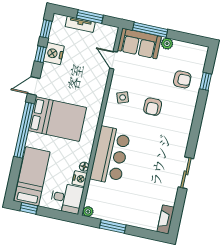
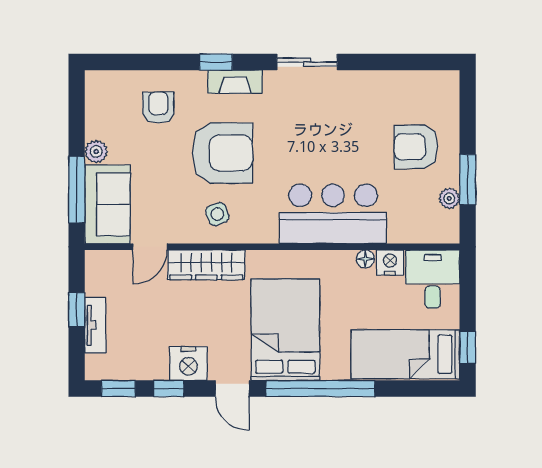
window: (90, 17) -> (77, 310), width x0.67
nightstand: (54, 54) -> (188, 364), moved
window: (206, 81) -> (216, 62), moved
wardrobe: (98, 86) -> (206, 265), added
armchair: (153, 107) -> (222, 153), width x1.88, depth x1.88
sliding door: (186, 173) -> (307, 62), moved
armchair: (135, 204) -> (416, 147), added
plant: (88, 211) -> (449, 198), moved
fireplace: (166, 219) -> (235, 82), moved

